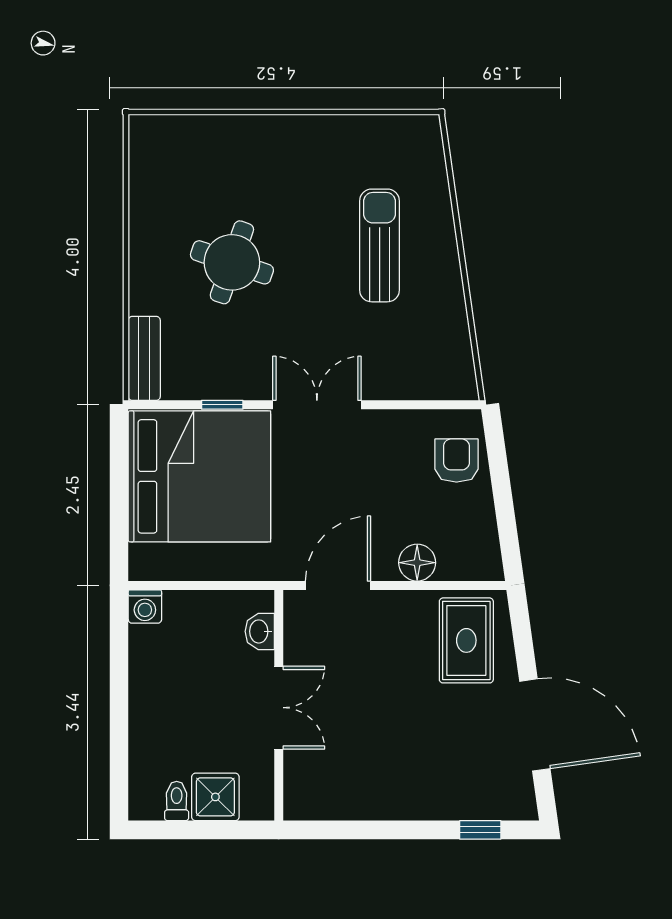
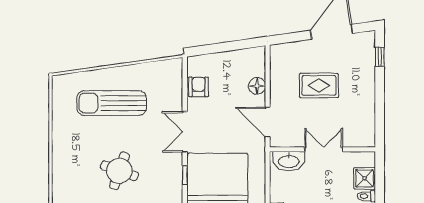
sun lounger: (380, 245) -> (112, 103), width x1.36, depth x1.34
armchair: (456, 460) -> (198, 87), moved, turned 90
washbasin: (260, 631) -> (289, 161), width x1.91, depth x1.45
rug: (466, 640) -> (319, 85), moved

